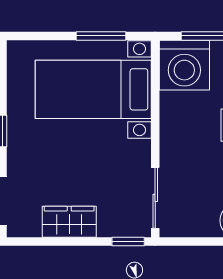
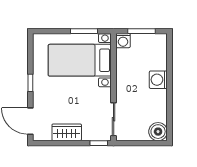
washing machine: (184, 65) -> (123, 41), width x0.53, depth x0.53

